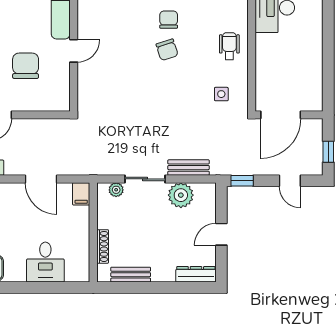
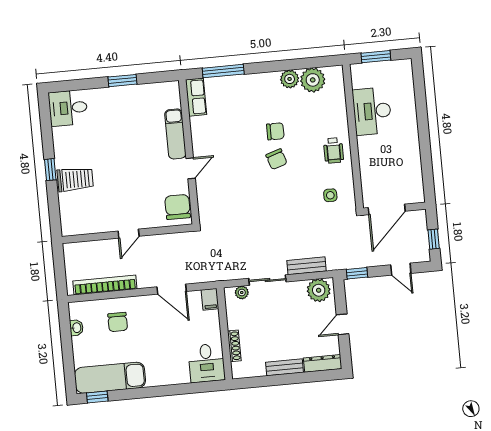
chair: (169, 20) -> (275, 131), turned 90
wheelchair: (229, 46) -> (334, 150), turned 180
chair: (26, 66) -> (178, 207), moved
plant: (181, 195) -> (319, 290), moved
desk: (45, 262) -> (207, 363), moved
bench: (131, 275) -> (285, 367), moved

